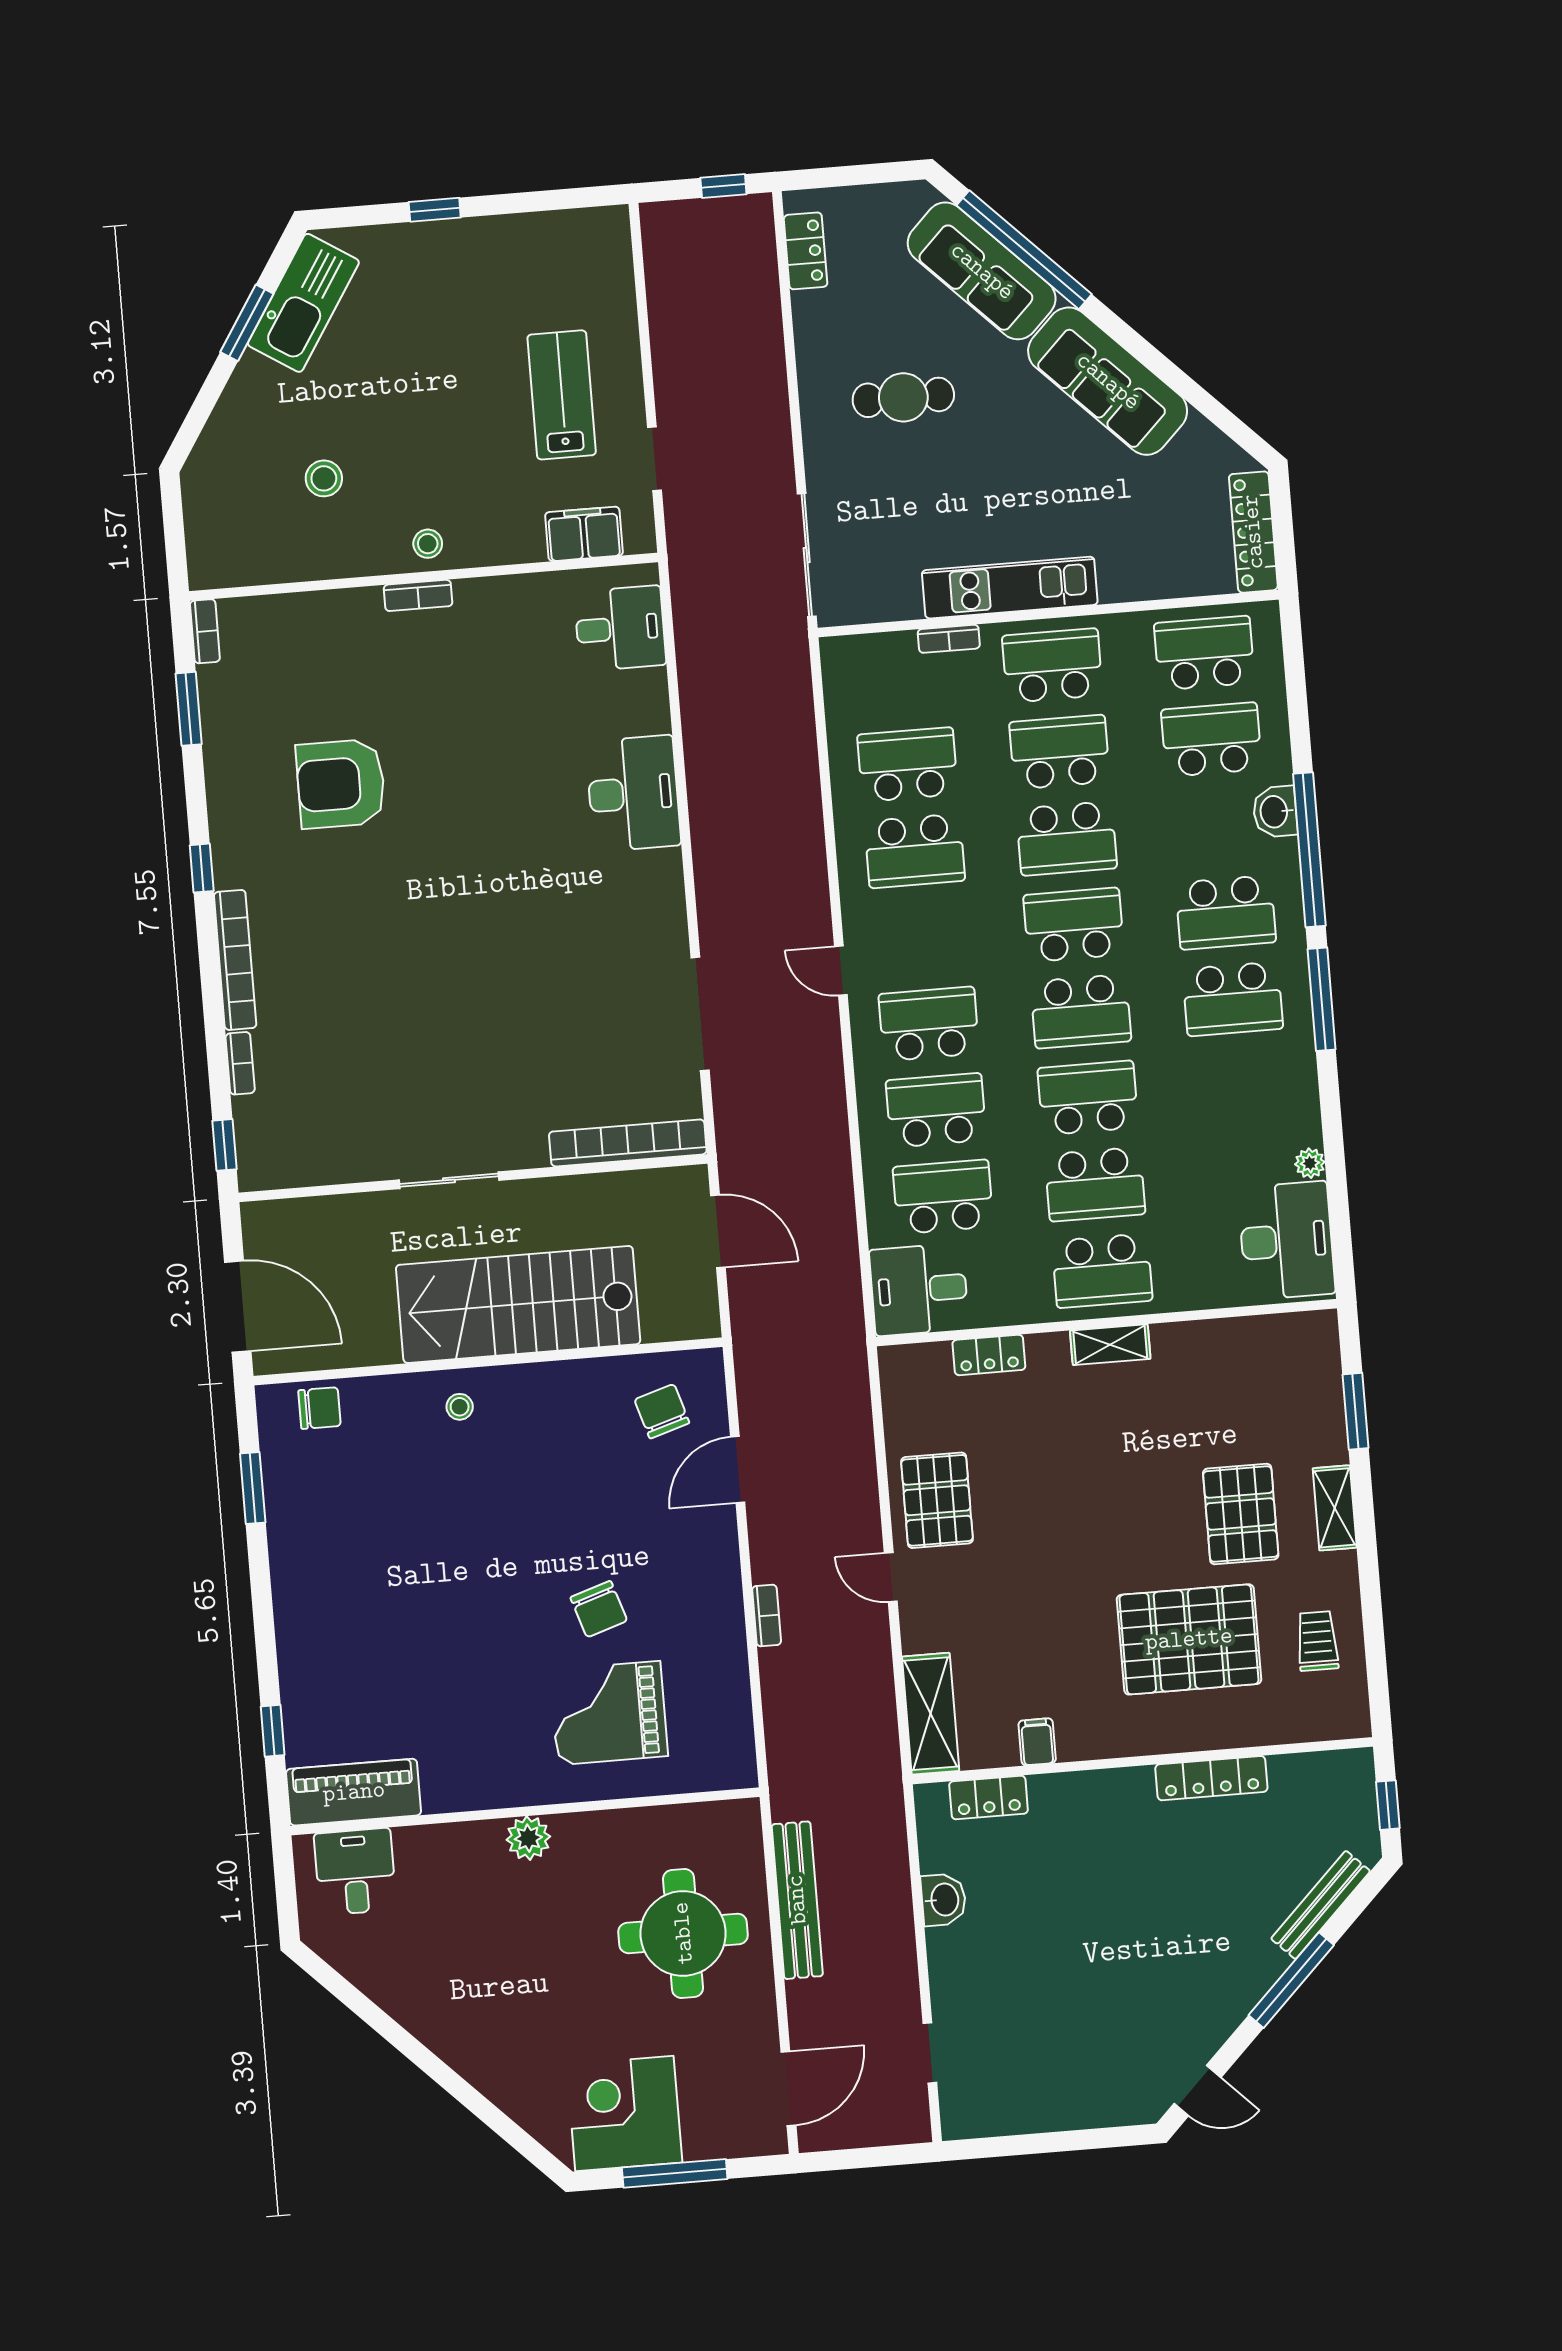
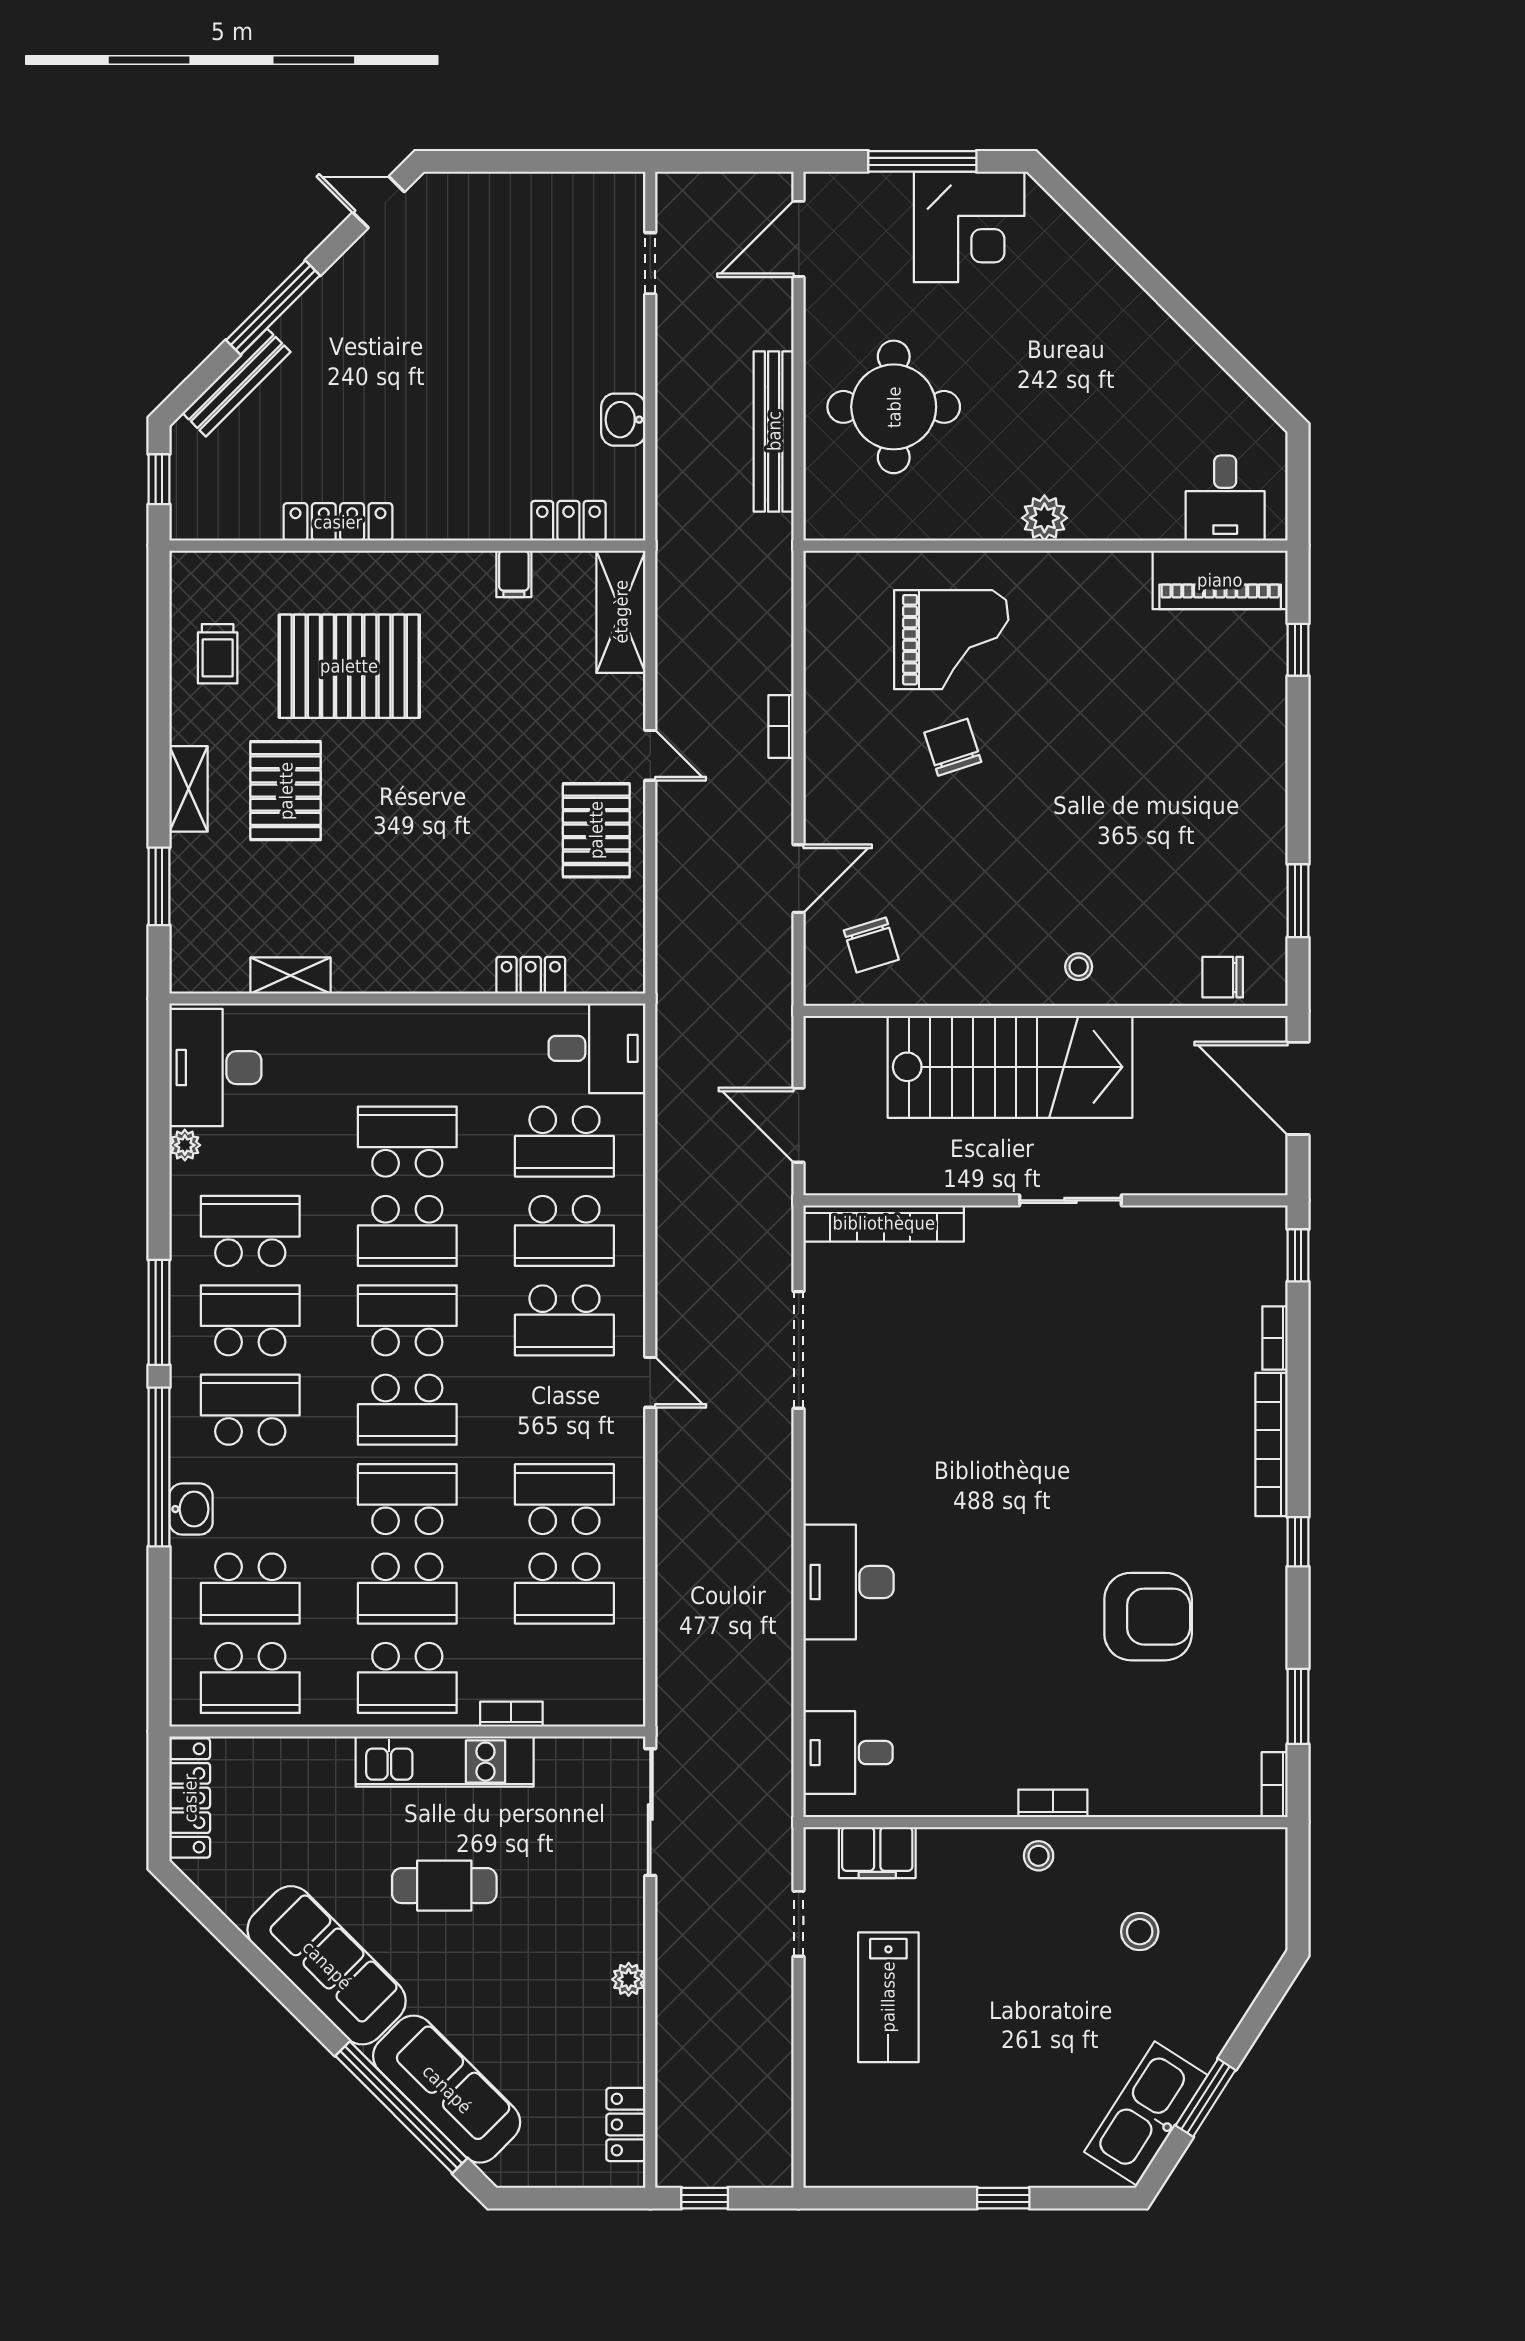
plant: (814, 392) -> (629, 1979), added
cafe table: (903, 397) -> (444, 1886), moved
school desk: (1102, 1271) -> (250, 1231), moved
shelving: (1110, 1345) -> (290, 976), moved

